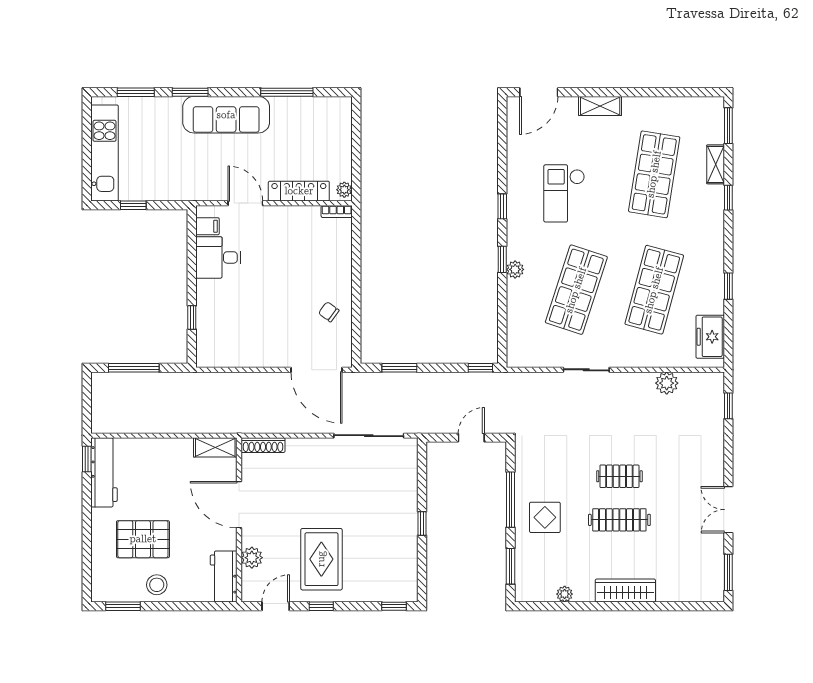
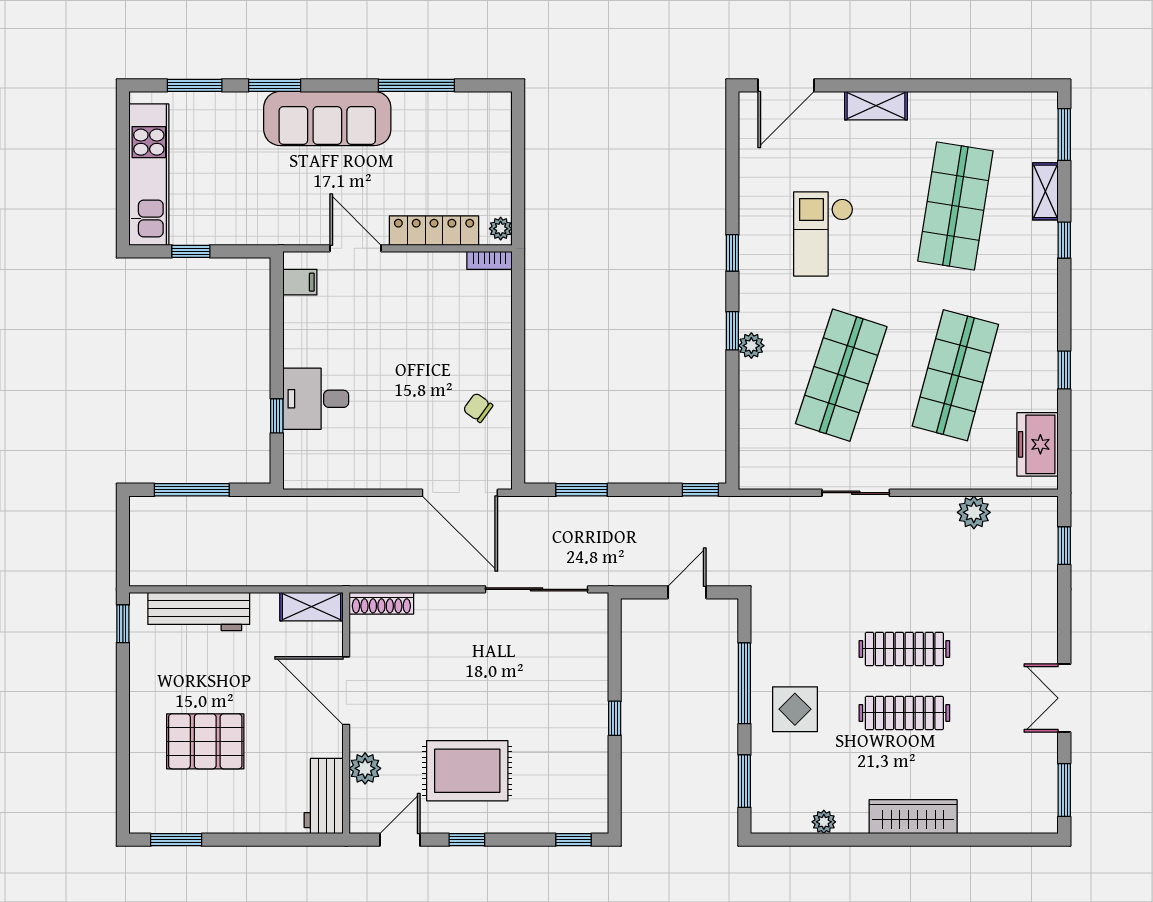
desk: (218, 257) -> (316, 399), moved
workbench: (104, 472) -> (199, 611), moved, turned 90
clothes rail: (619, 476) -> (904, 649), width x1.36
rug: (321, 559) -> (467, 771), turned 90
stool: (157, 585) -> (226, 808), removed

